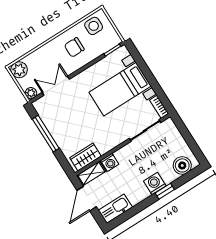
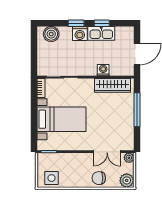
chair: (74, 47) -> (99, 178), moved, turned 180
window: (46, 134) -> (137, 110), moved
wardrobe: (85, 157) -> (113, 85), width x1.50
shelving: (91, 173) -> (122, 71), removed
window: (140, 207) -> (102, 23), added
kitchen sink: (115, 209) -> (101, 33), moved

